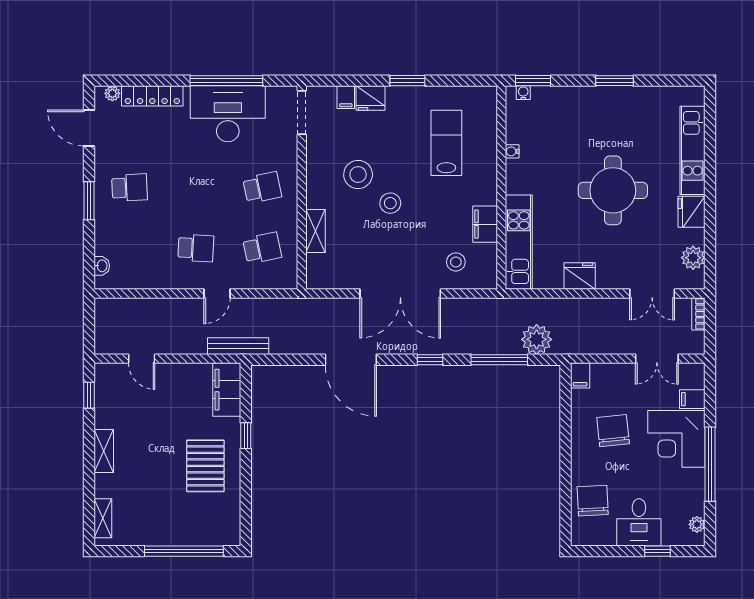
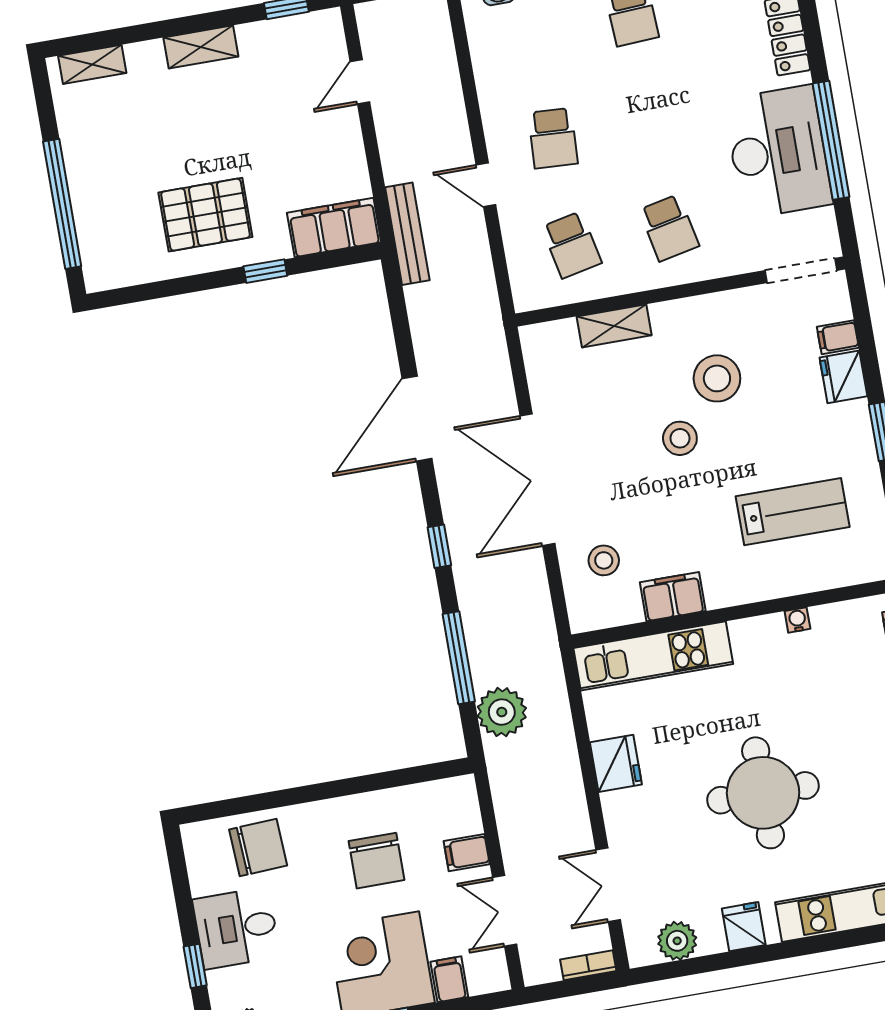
fridge: (692, 212) -> (744, 927), width x0.72
filing cabinet: (580, 375) -> (467, 853), moved
chair: (613, 431) -> (376, 861), turned 96

